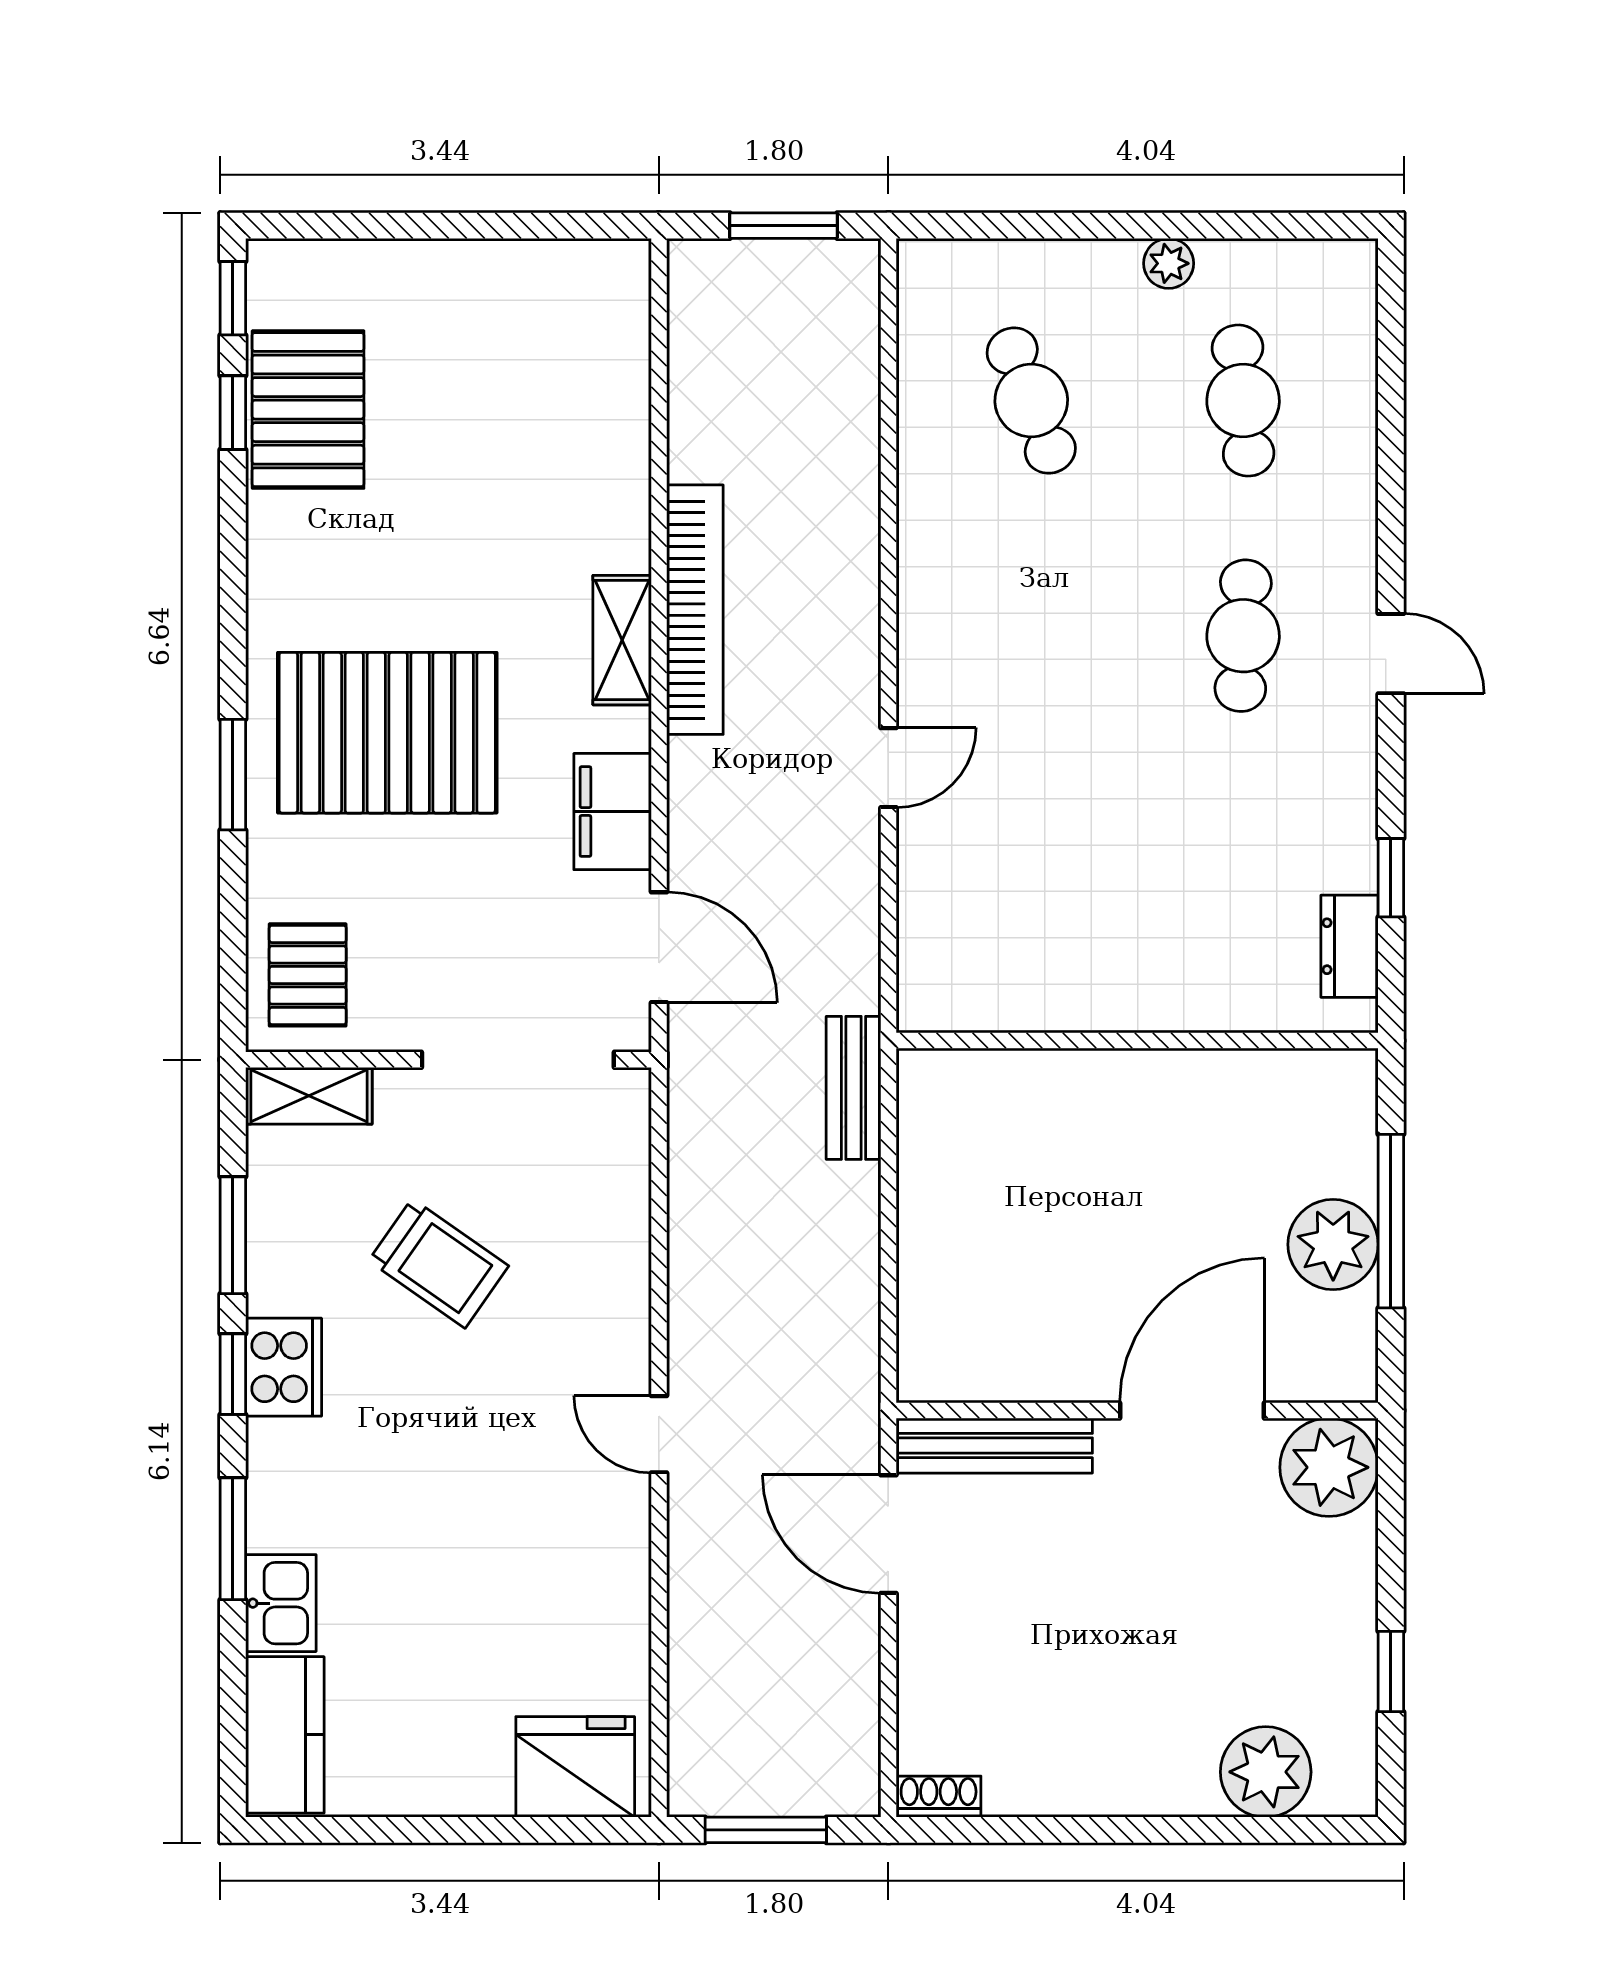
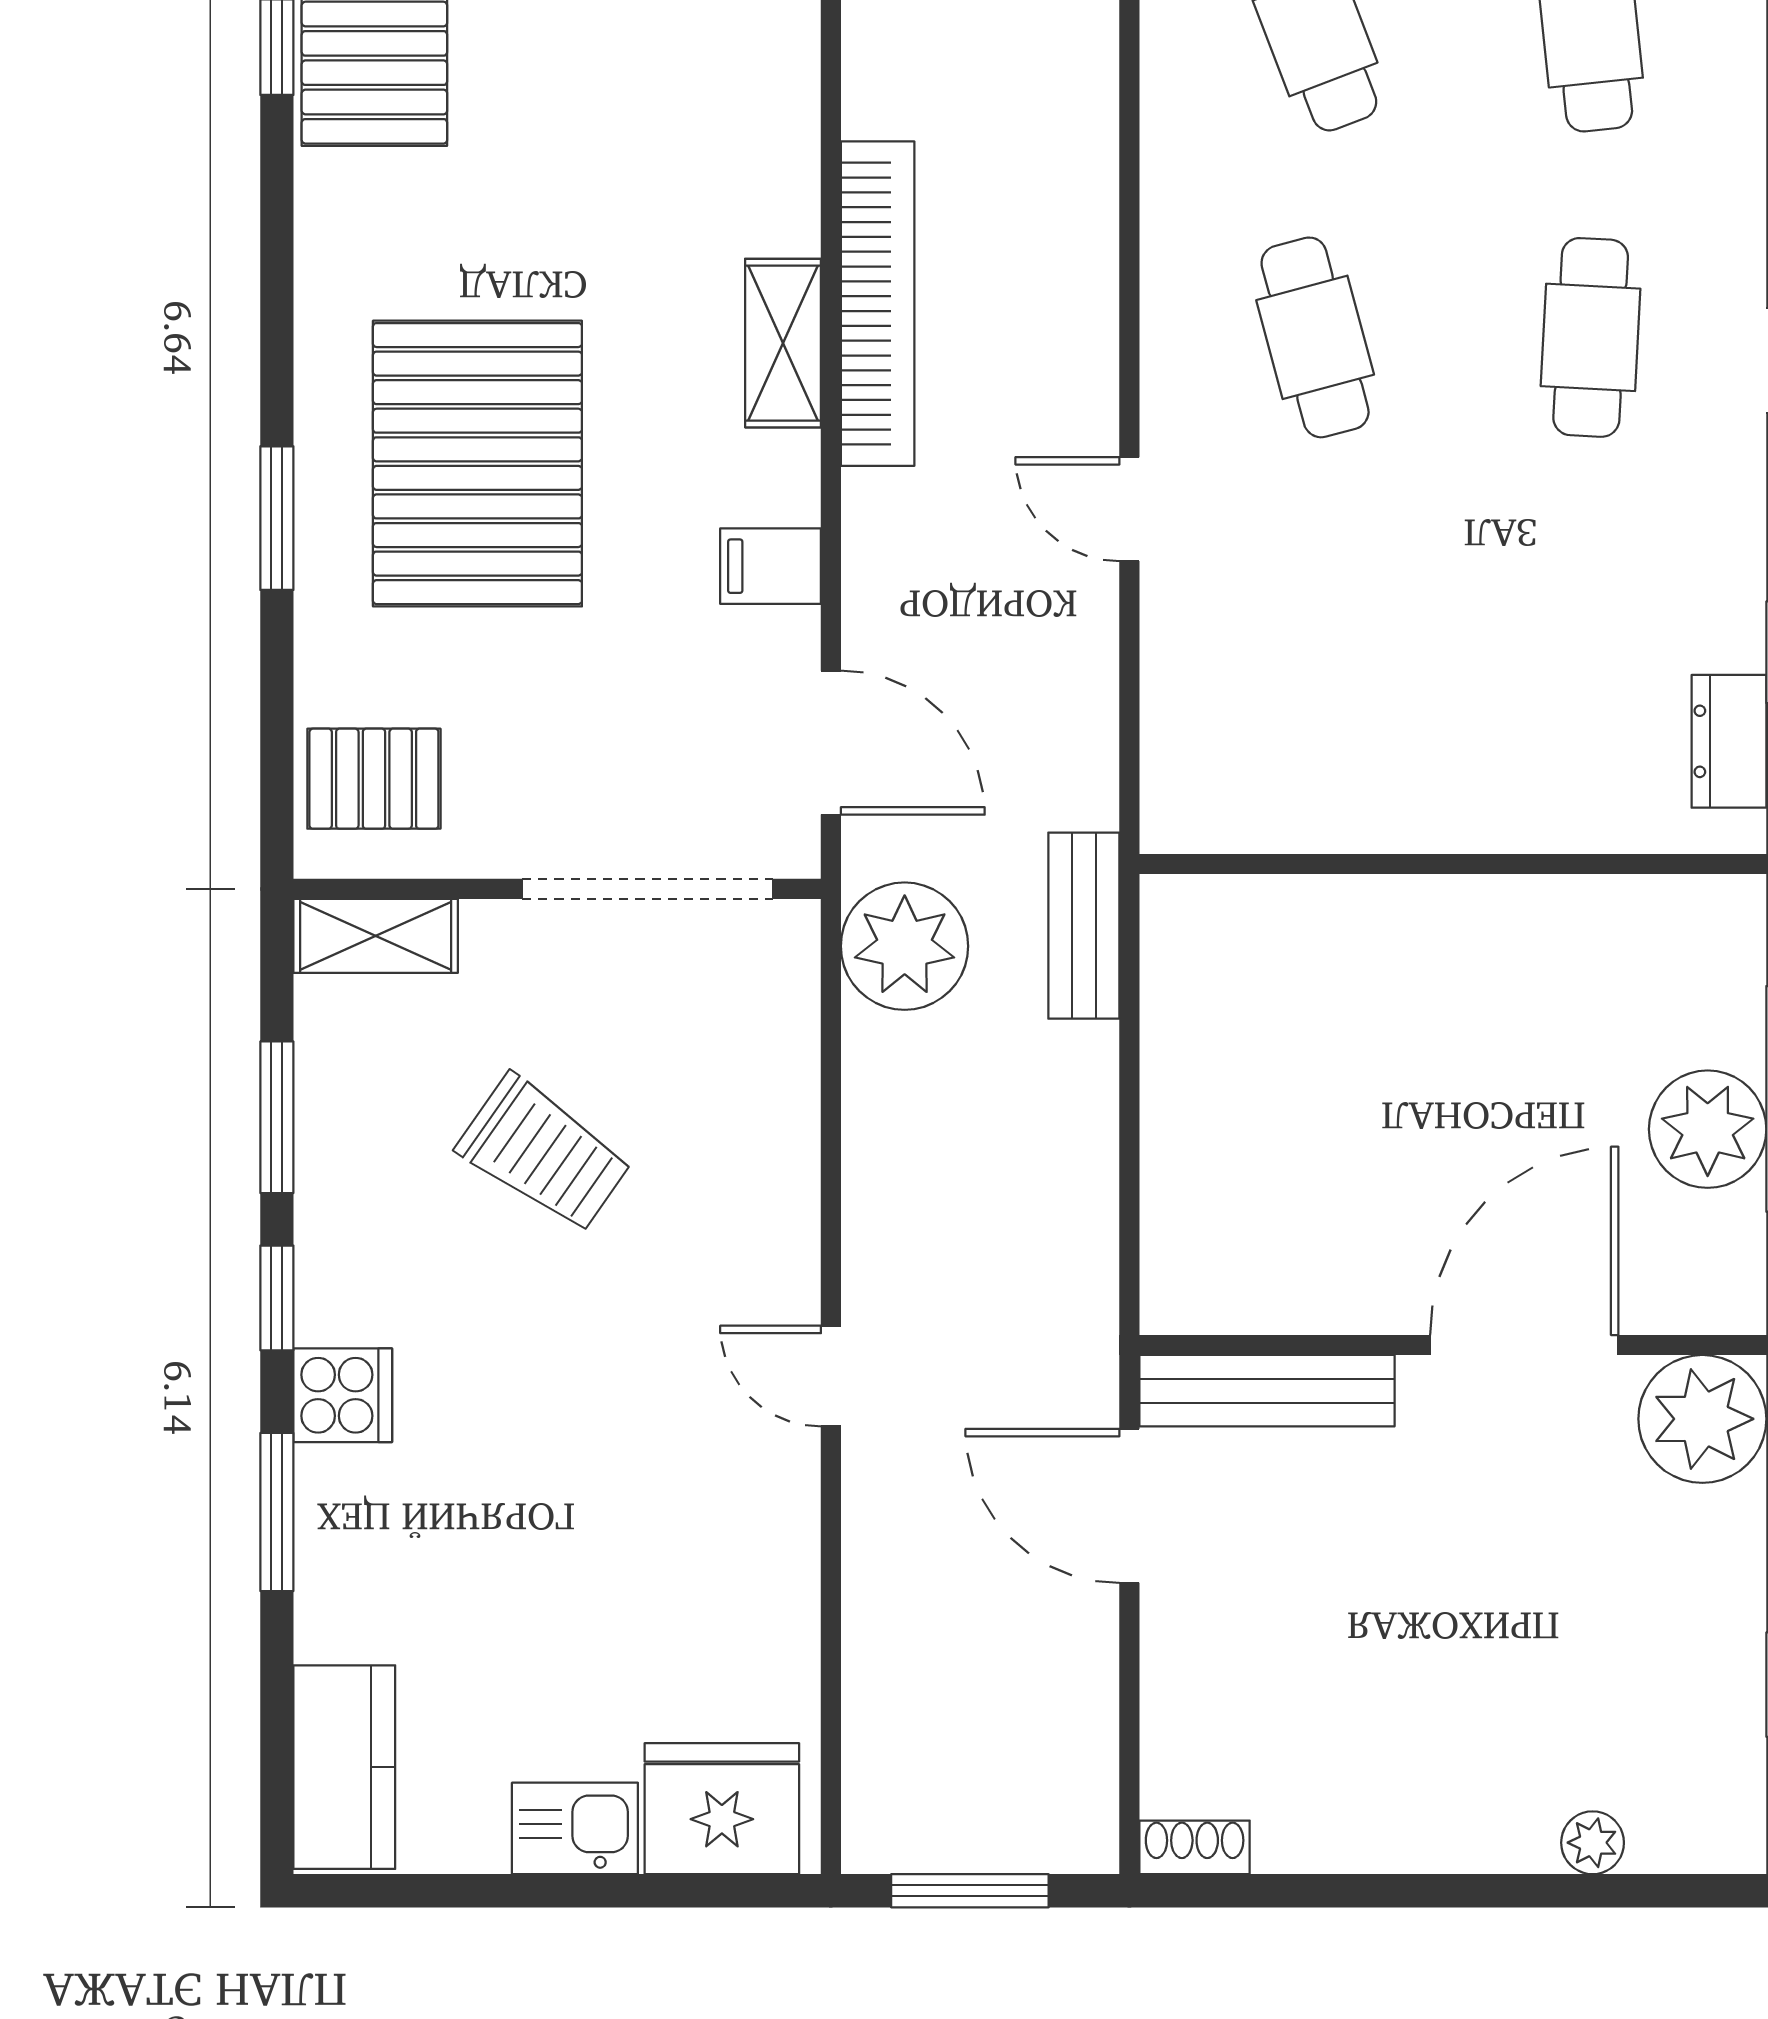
cafe table: (1031, 636) -> (1315, 337), added
pallet: (387, 733) -> (477, 464), turned 90
door: (888, 768) -> (1129, 509), swing flipped
filing cabinet: (613, 812) -> (771, 566), width x0.50
pallet: (308, 975) -> (374, 779), turned 90
plant: (716, 1104) -> (905, 946), added
cooker: (284, 1367) -> (343, 1395), moved, width x0.73
kitchen sink: (281, 1603) -> (575, 1828), moved, turned -90
plant: (1266, 1772) -> (1593, 1843), width x0.53, depth x0.53

